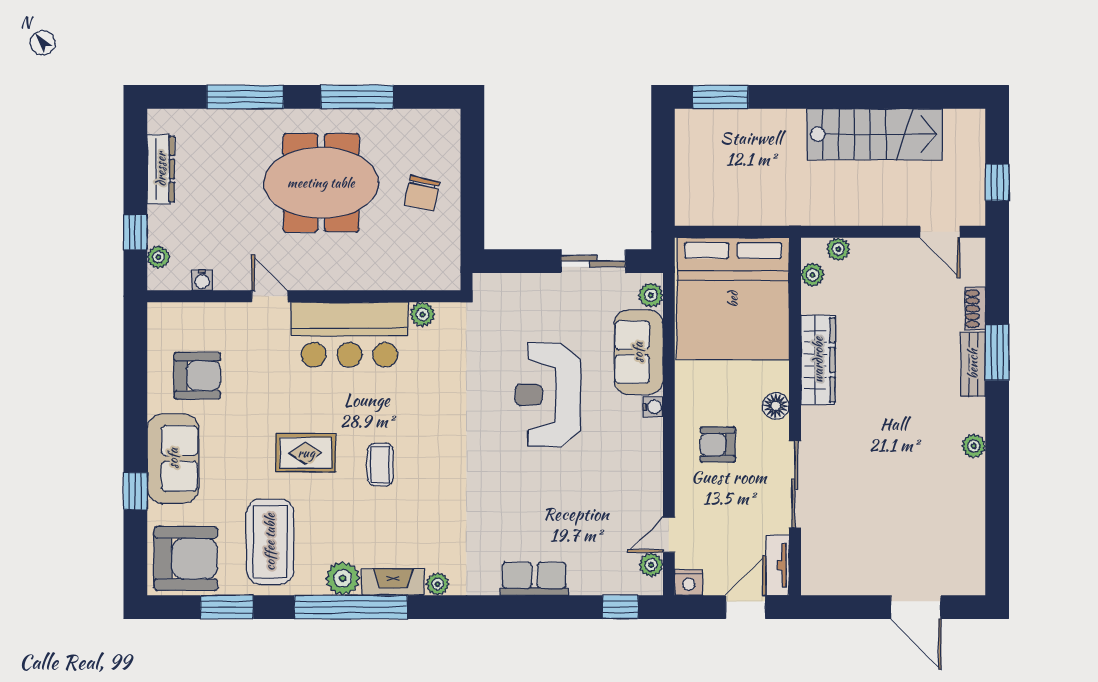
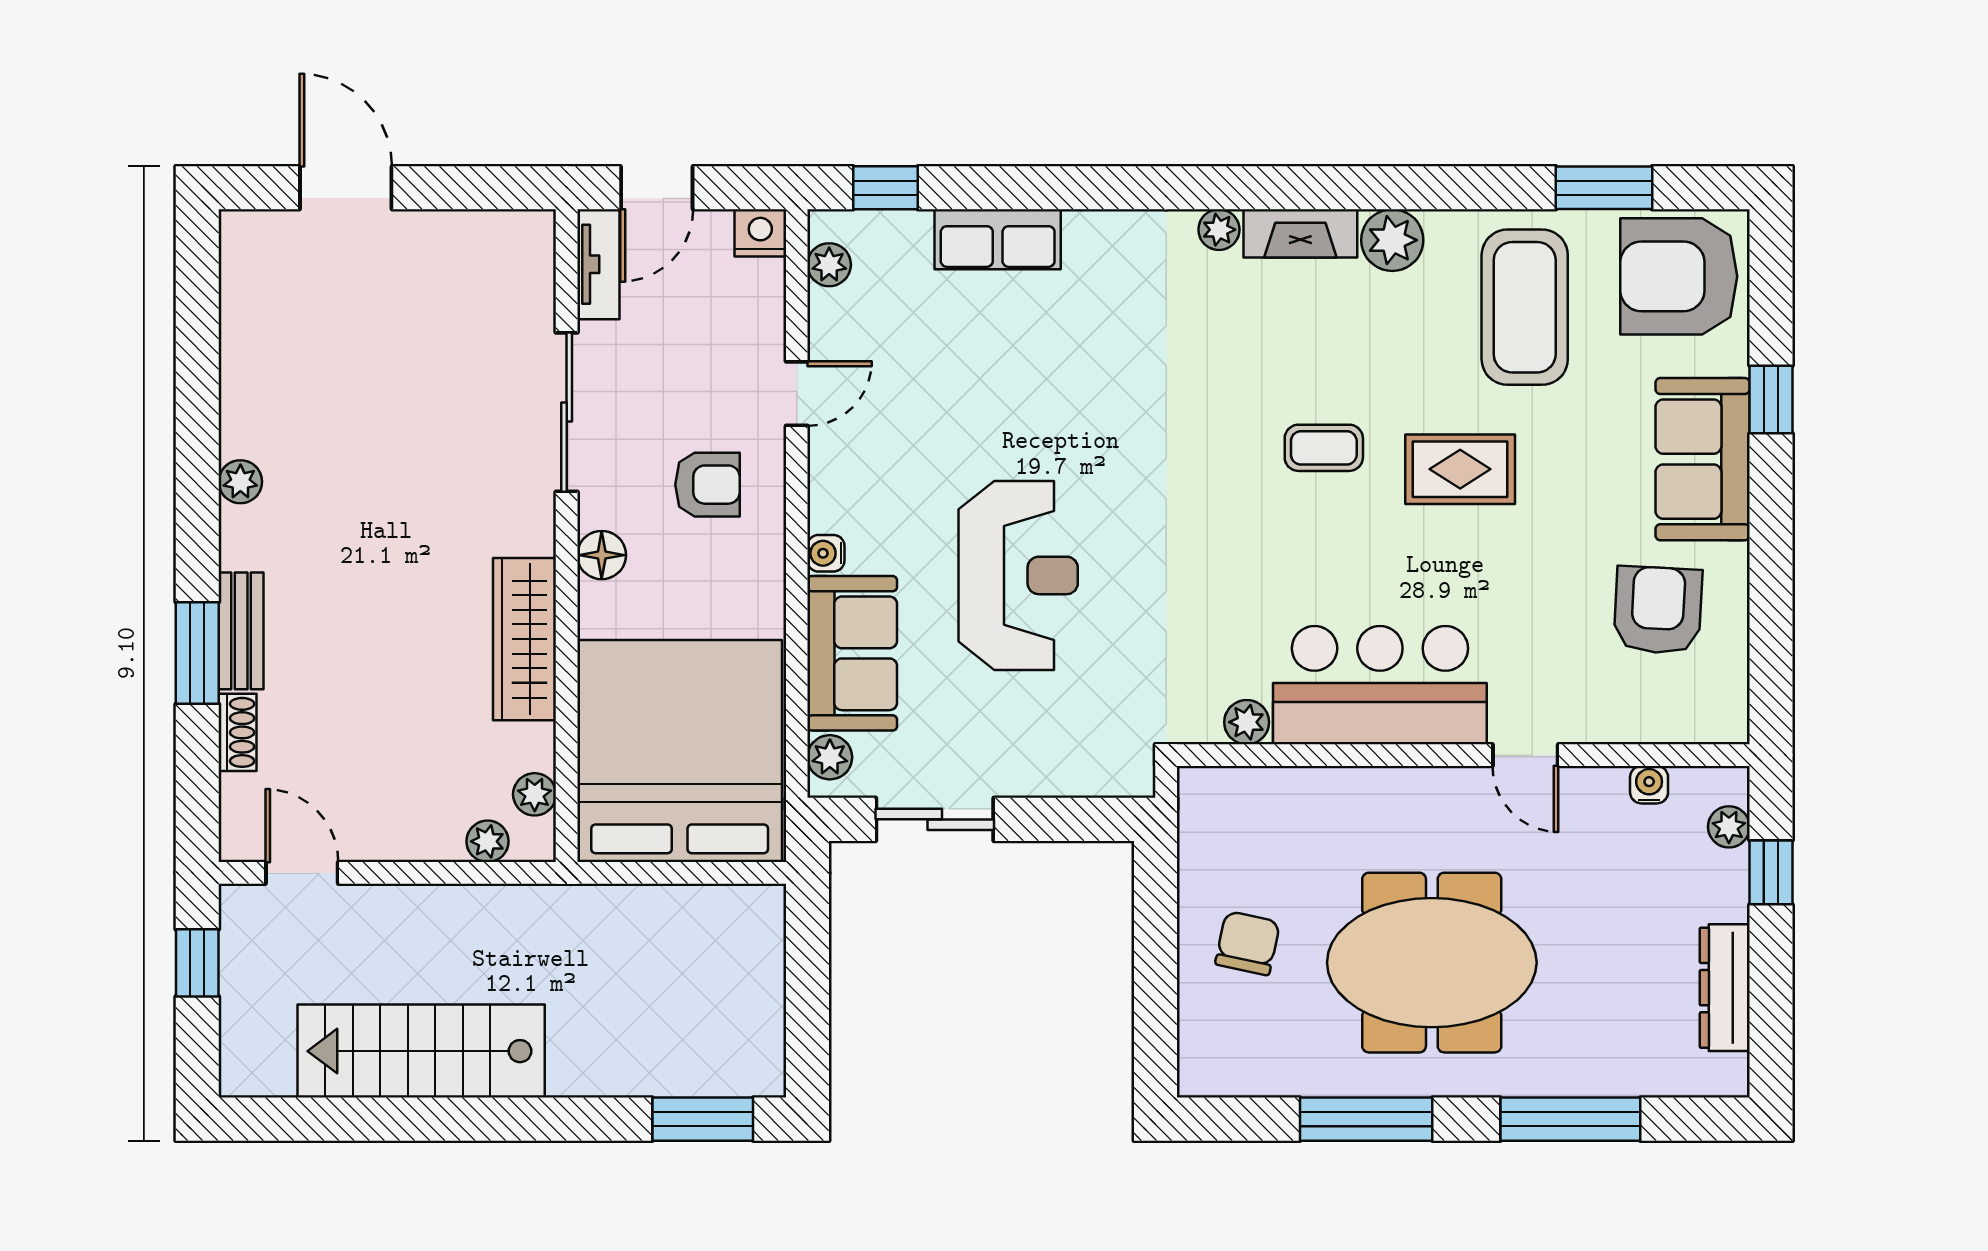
armchair: (197, 376) -> (1658, 610), turned 93
coffee table: (380, 465) -> (1324, 448), turned 90
door: (669, 535) -> (797, 394), moved
row of seats: (534, 579) -> (998, 239), moved
window: (351, 607) -> (1377, 188), removed

